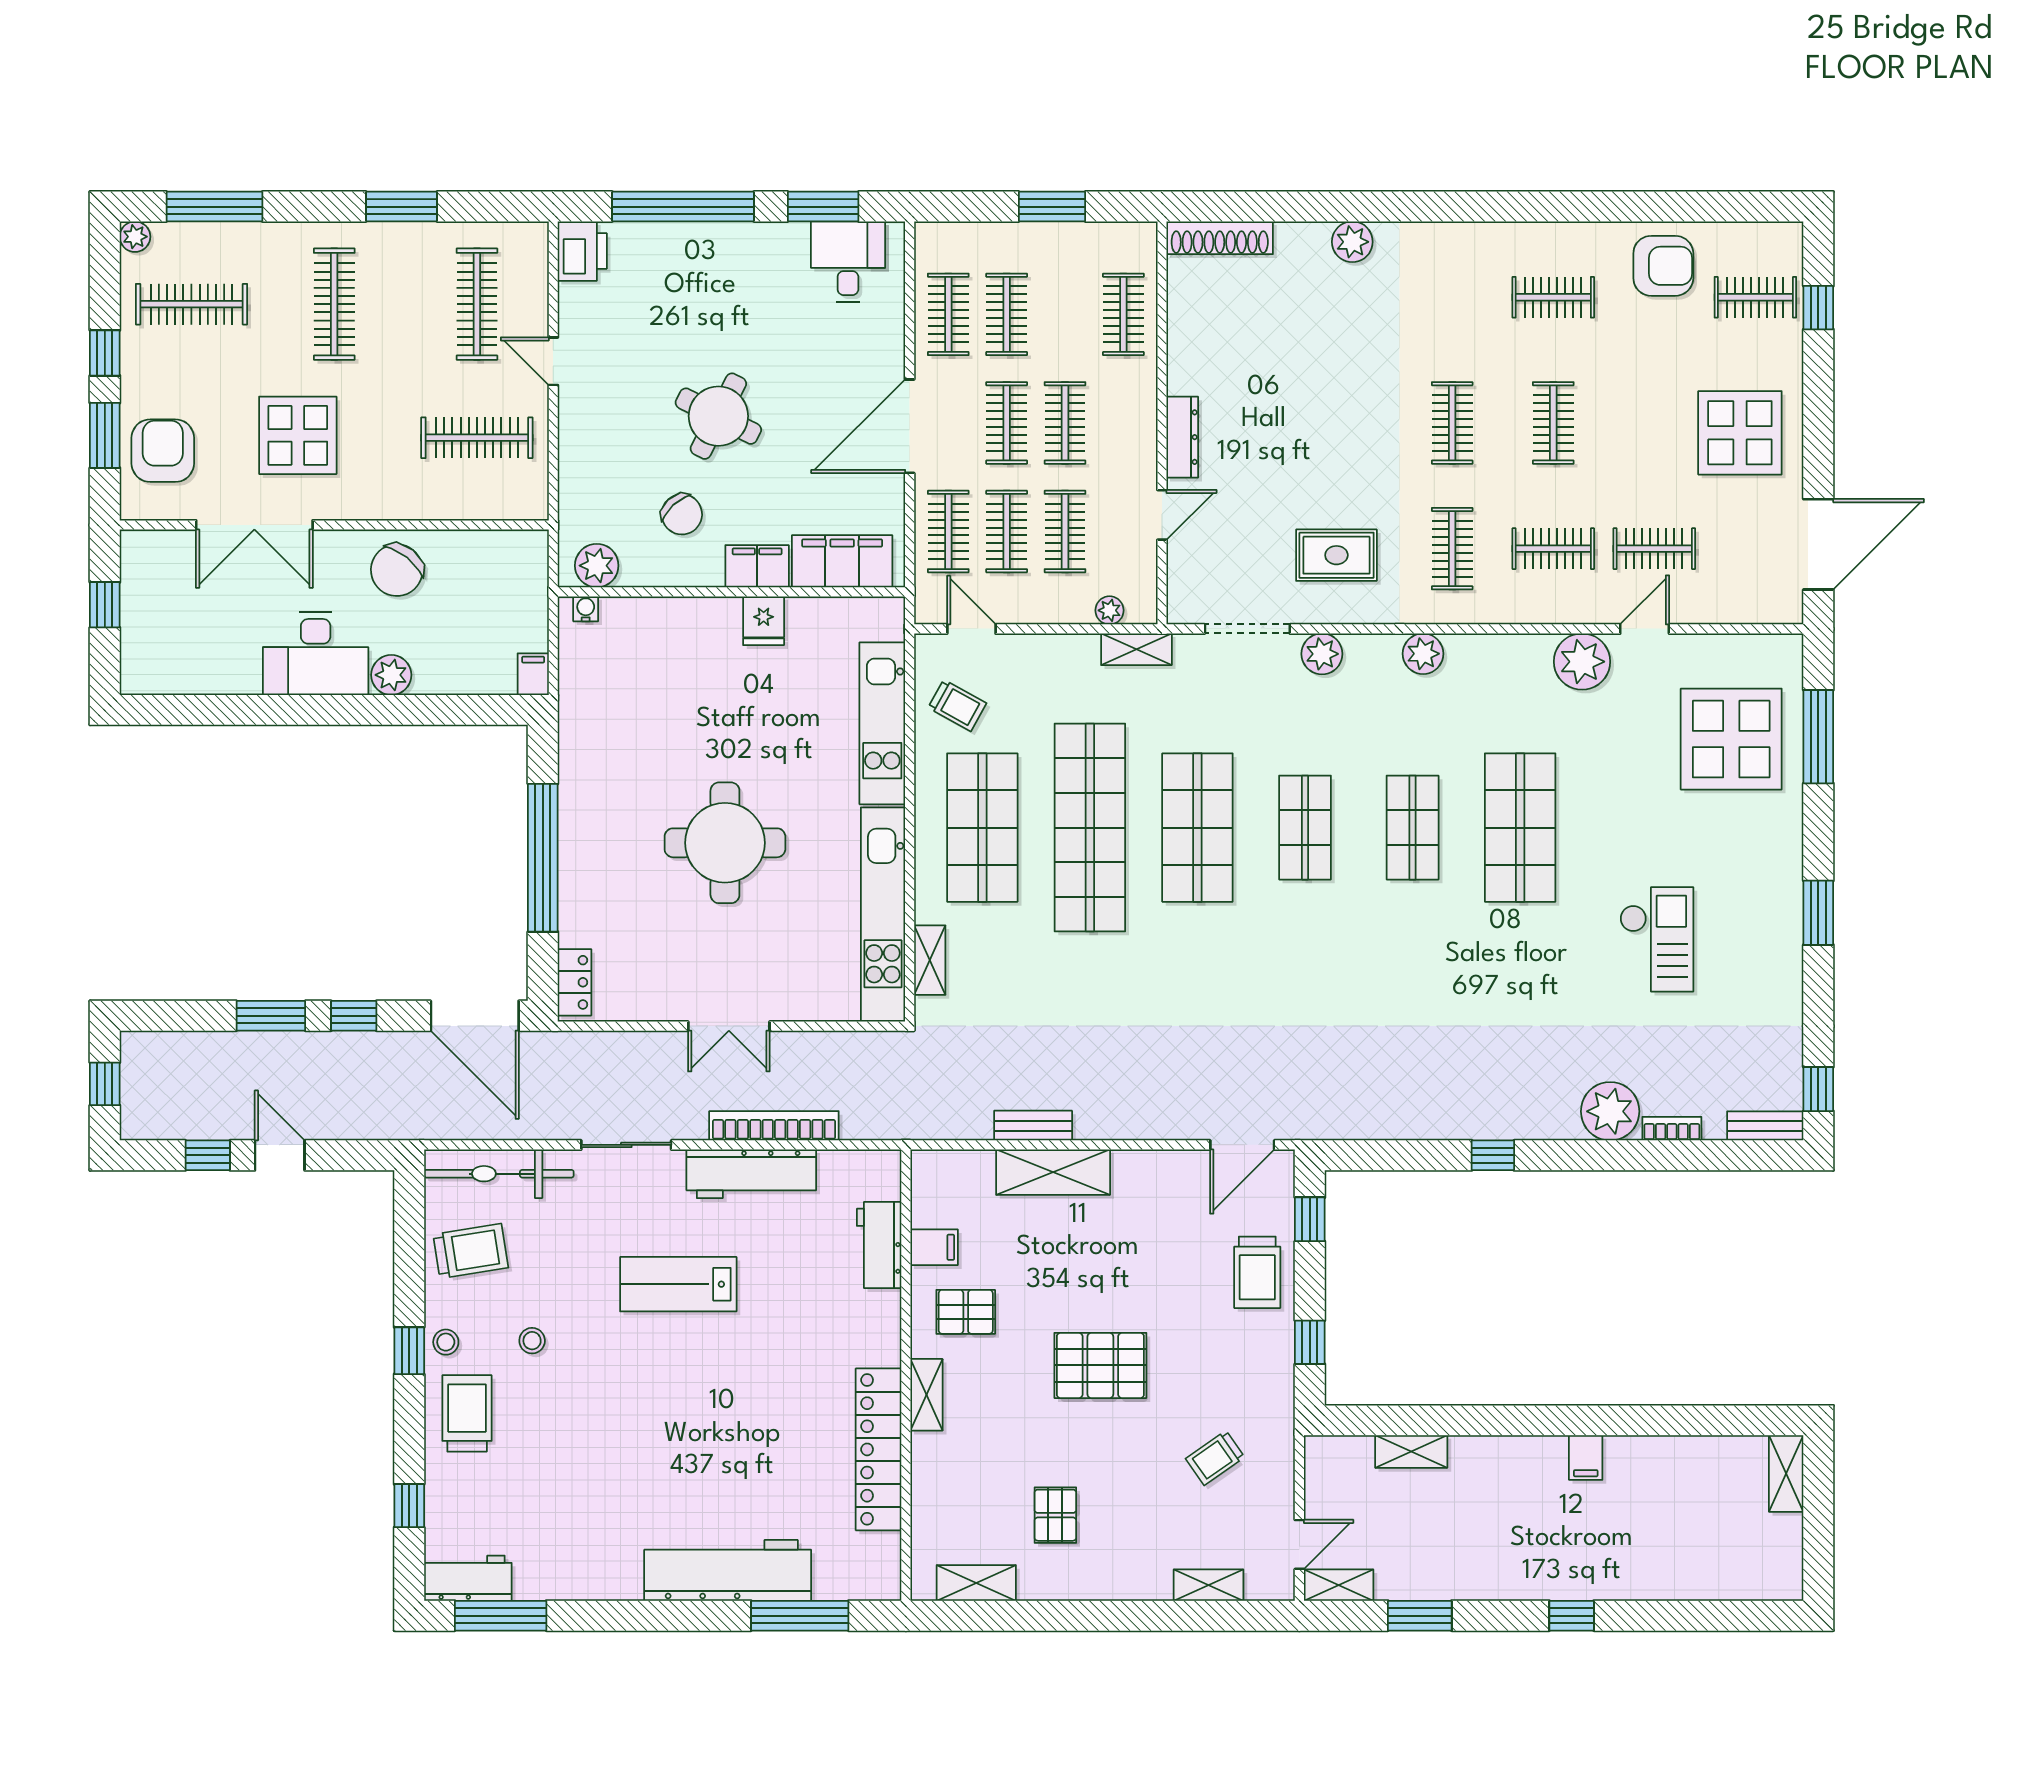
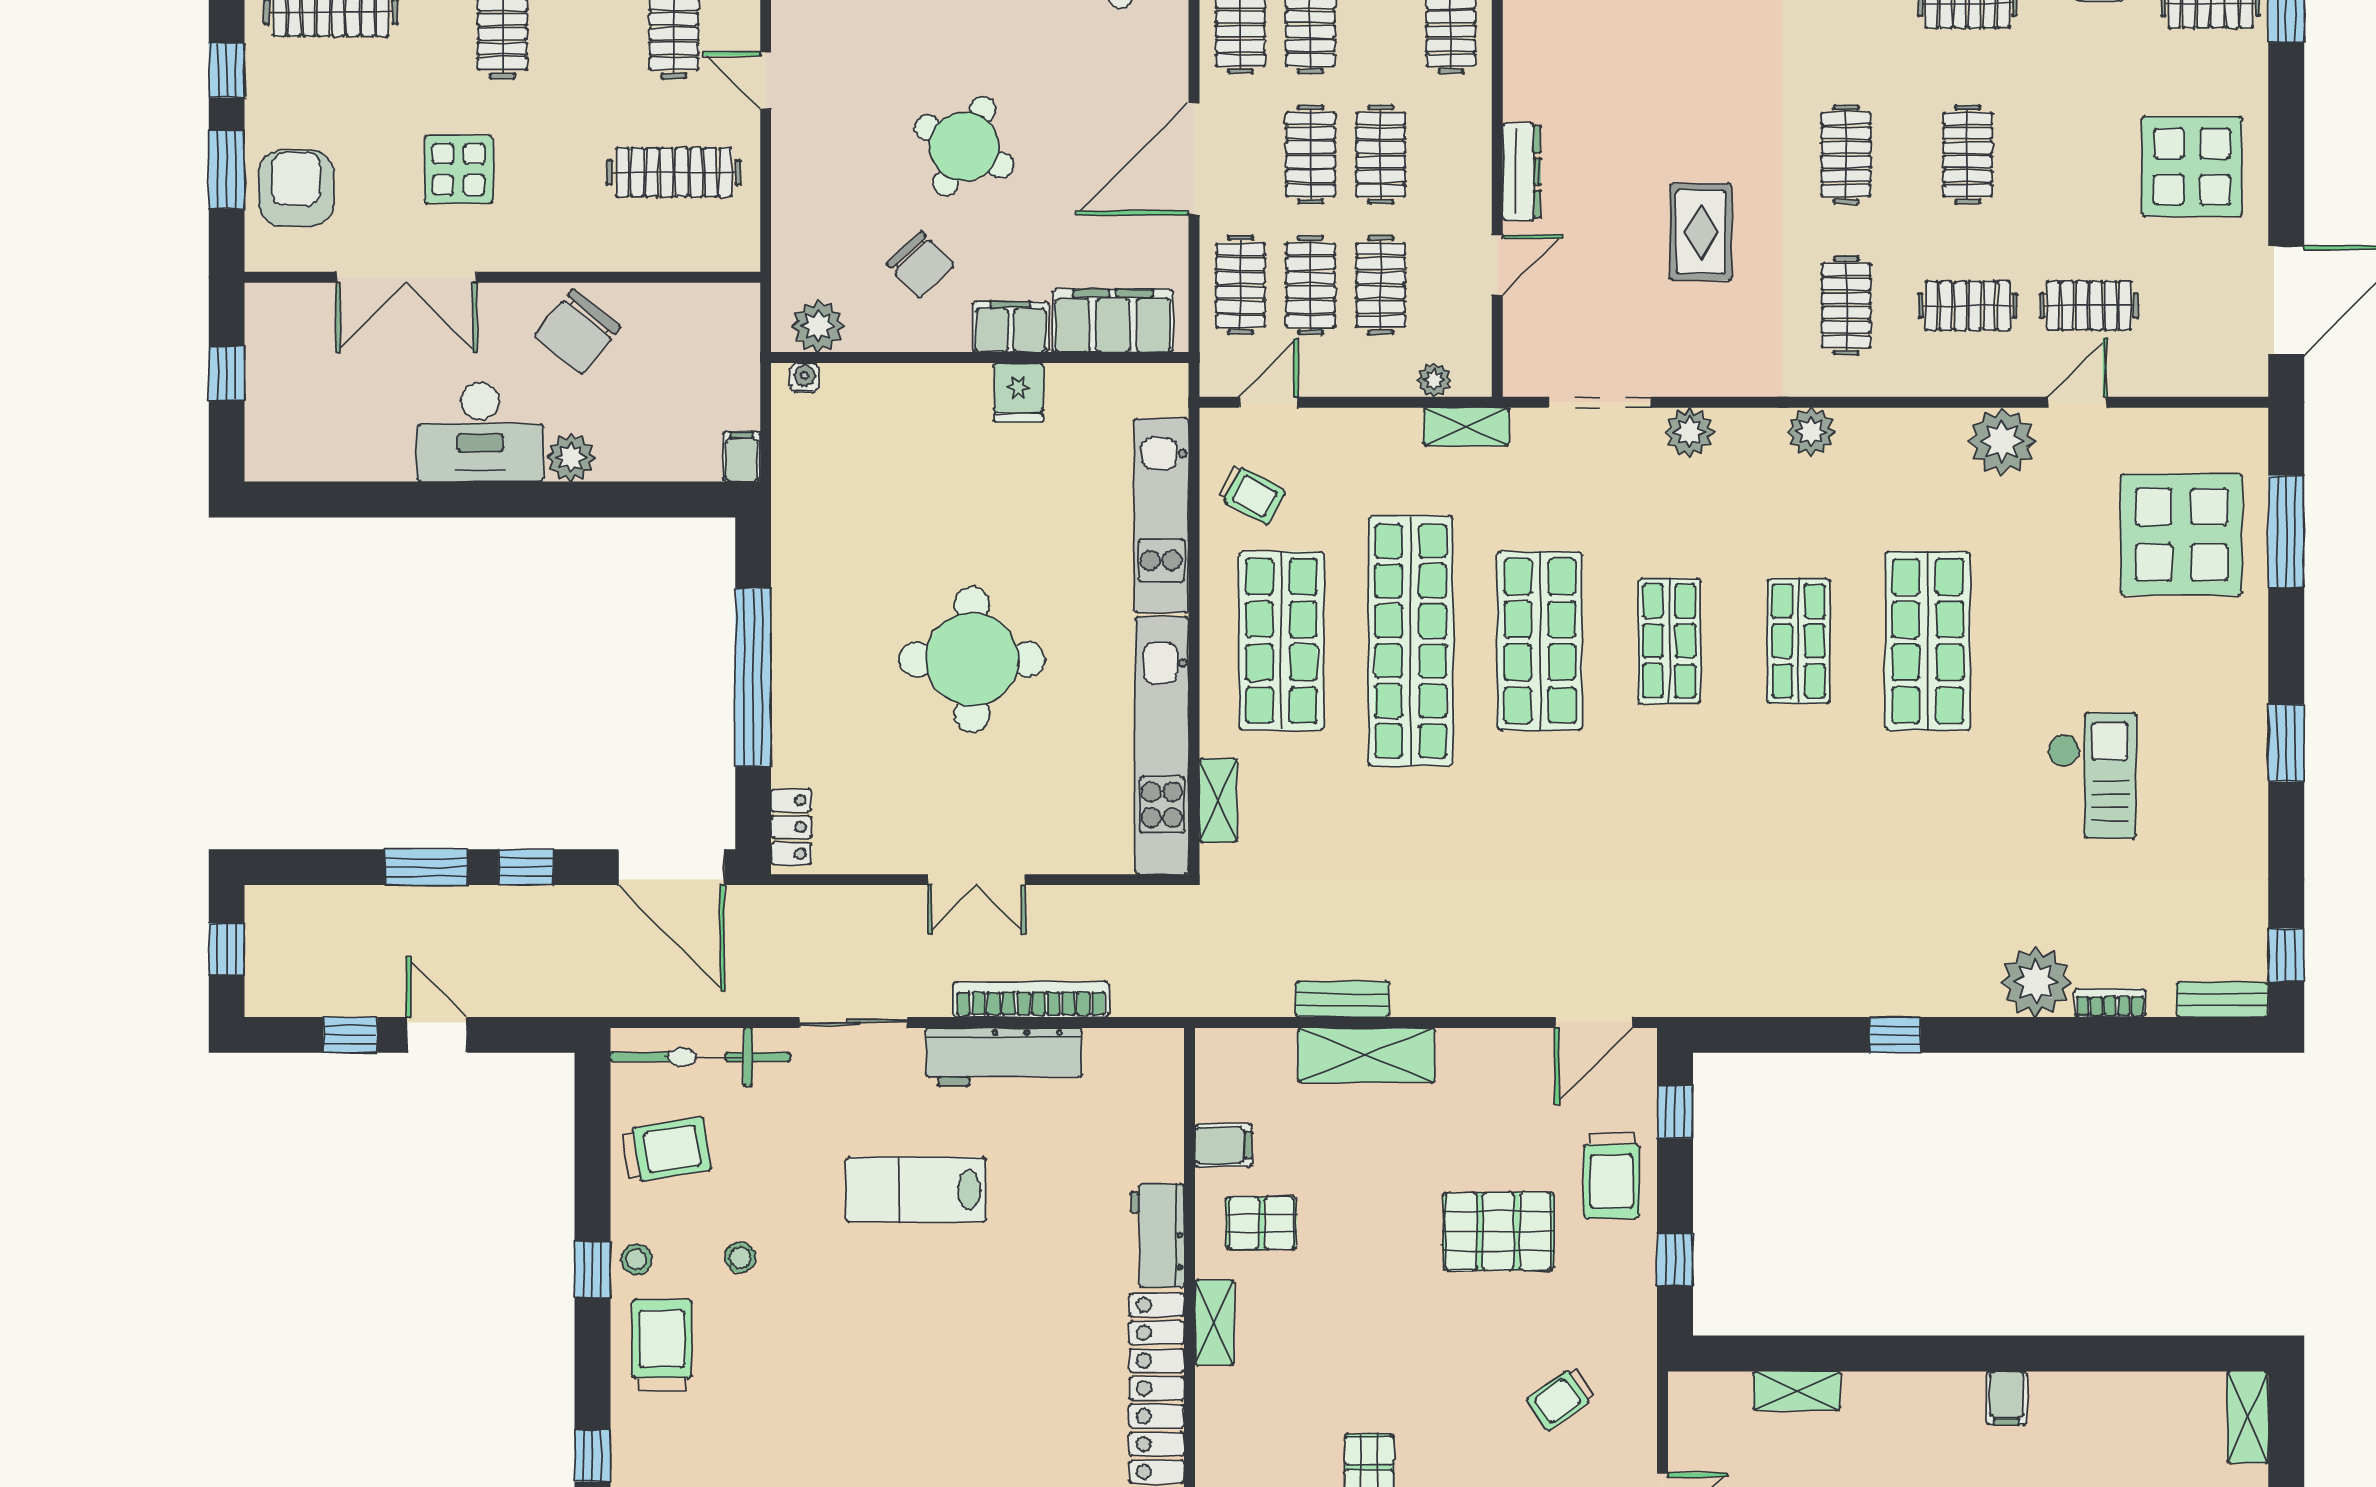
display table: (298, 435) -> (459, 169), width x0.73, depth x0.73
rug: (1336, 555) -> (1701, 232), moved, turned 90
door: (971, 629) -> (1268, 402), hinge flipped
workbench: (879, 1245) -> (1157, 1236), moved
pallet: (1100, 1365) -> (1498, 1231), moved

